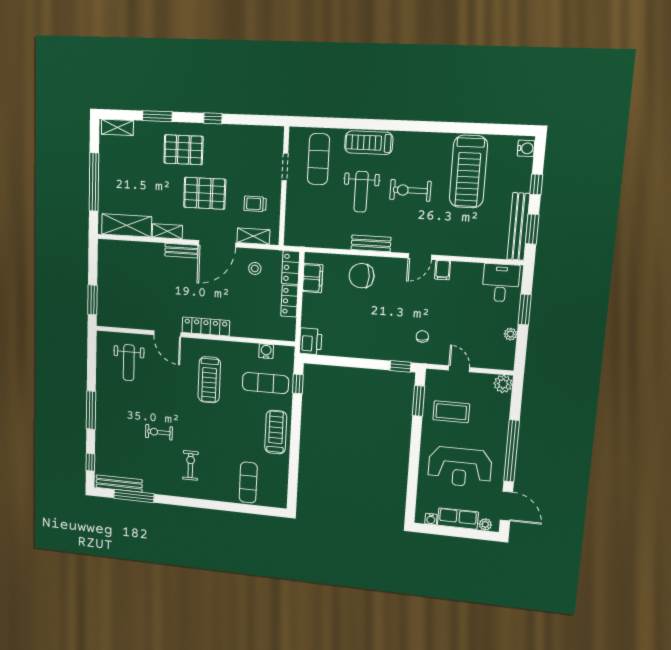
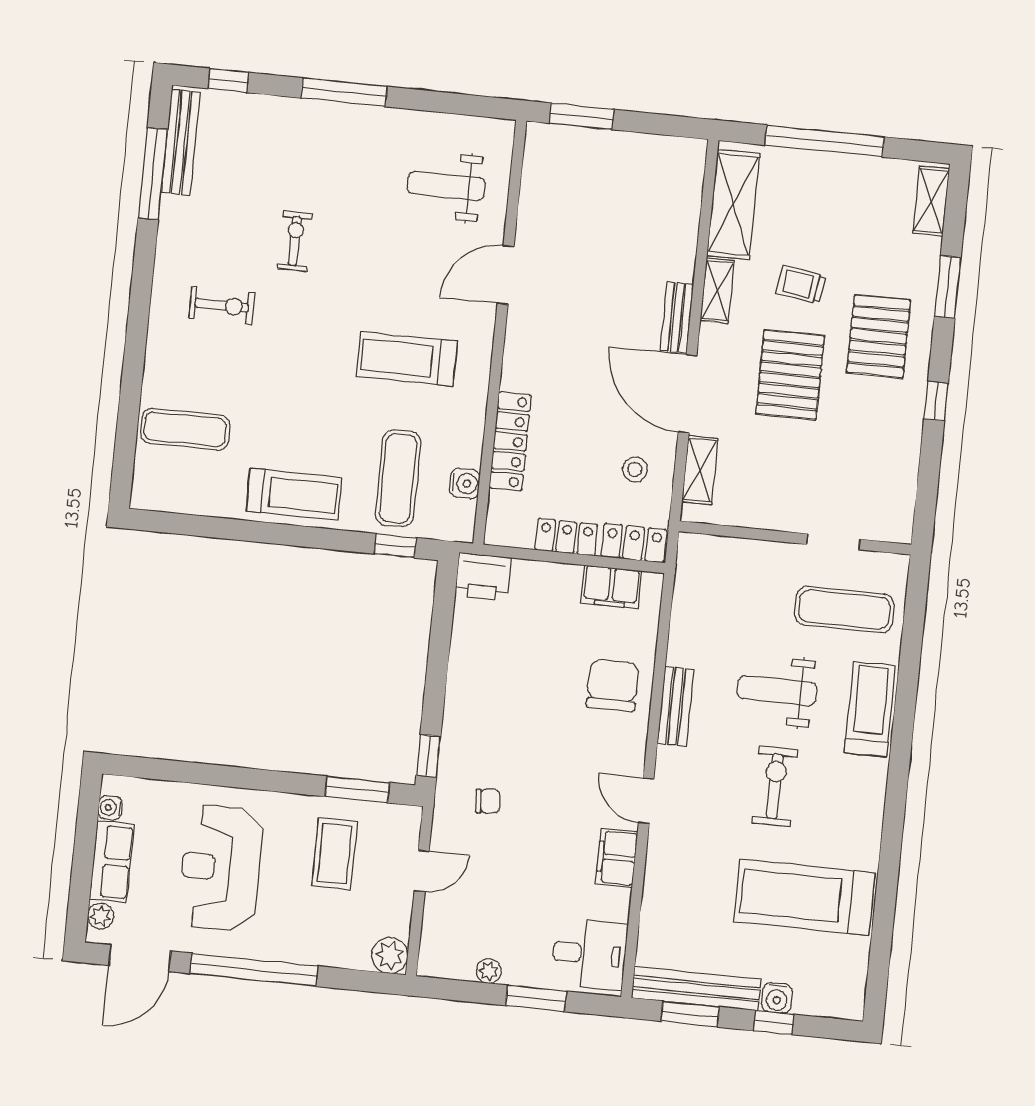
water cooler: (526, 148) -> (777, 998), moved
trolley: (255, 204) -> (801, 285), moved, turned -82
filing cabinet: (443, 270) -> (617, 858), width x2.00
locker: (206, 327) -> (510, 441), moved

